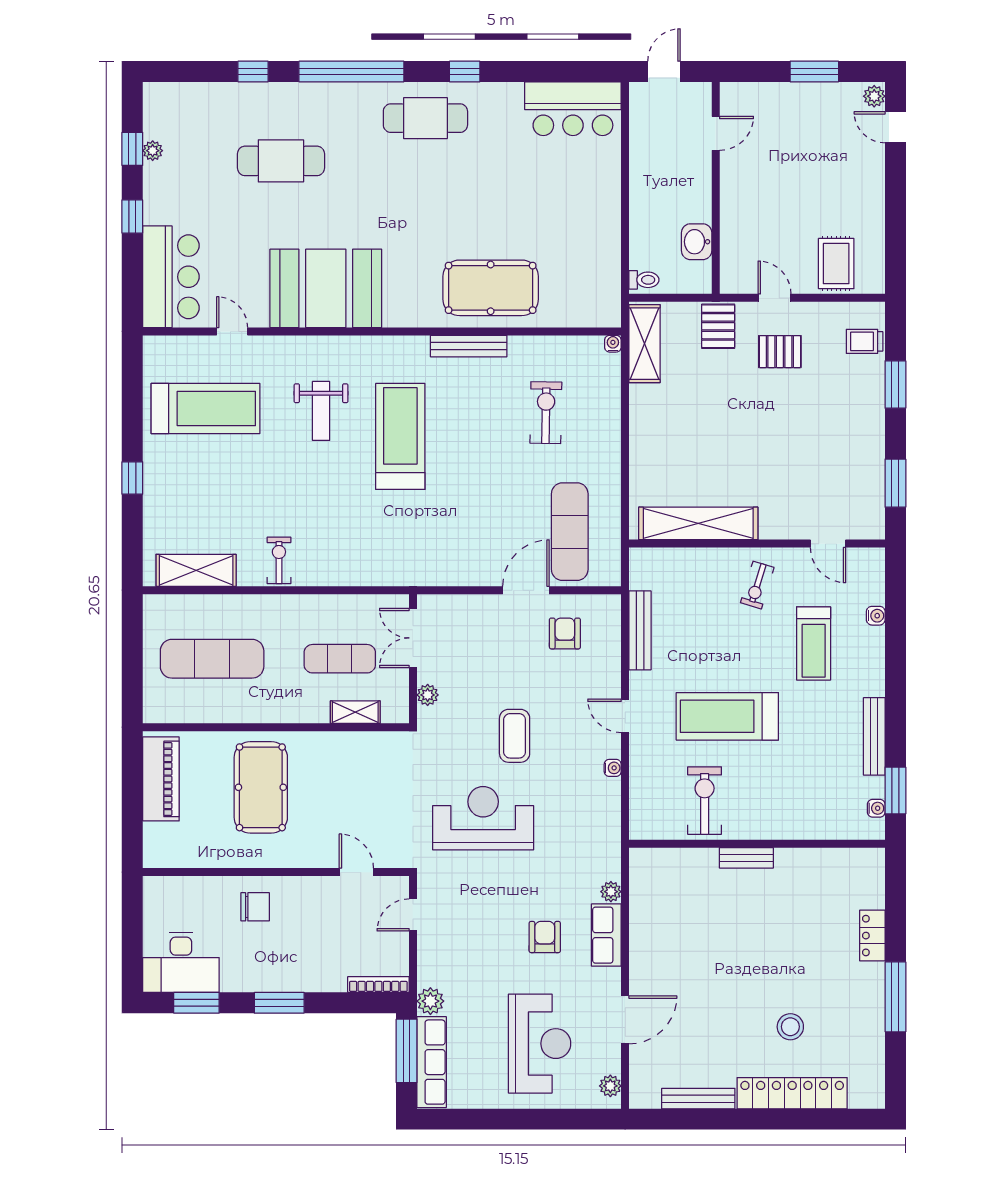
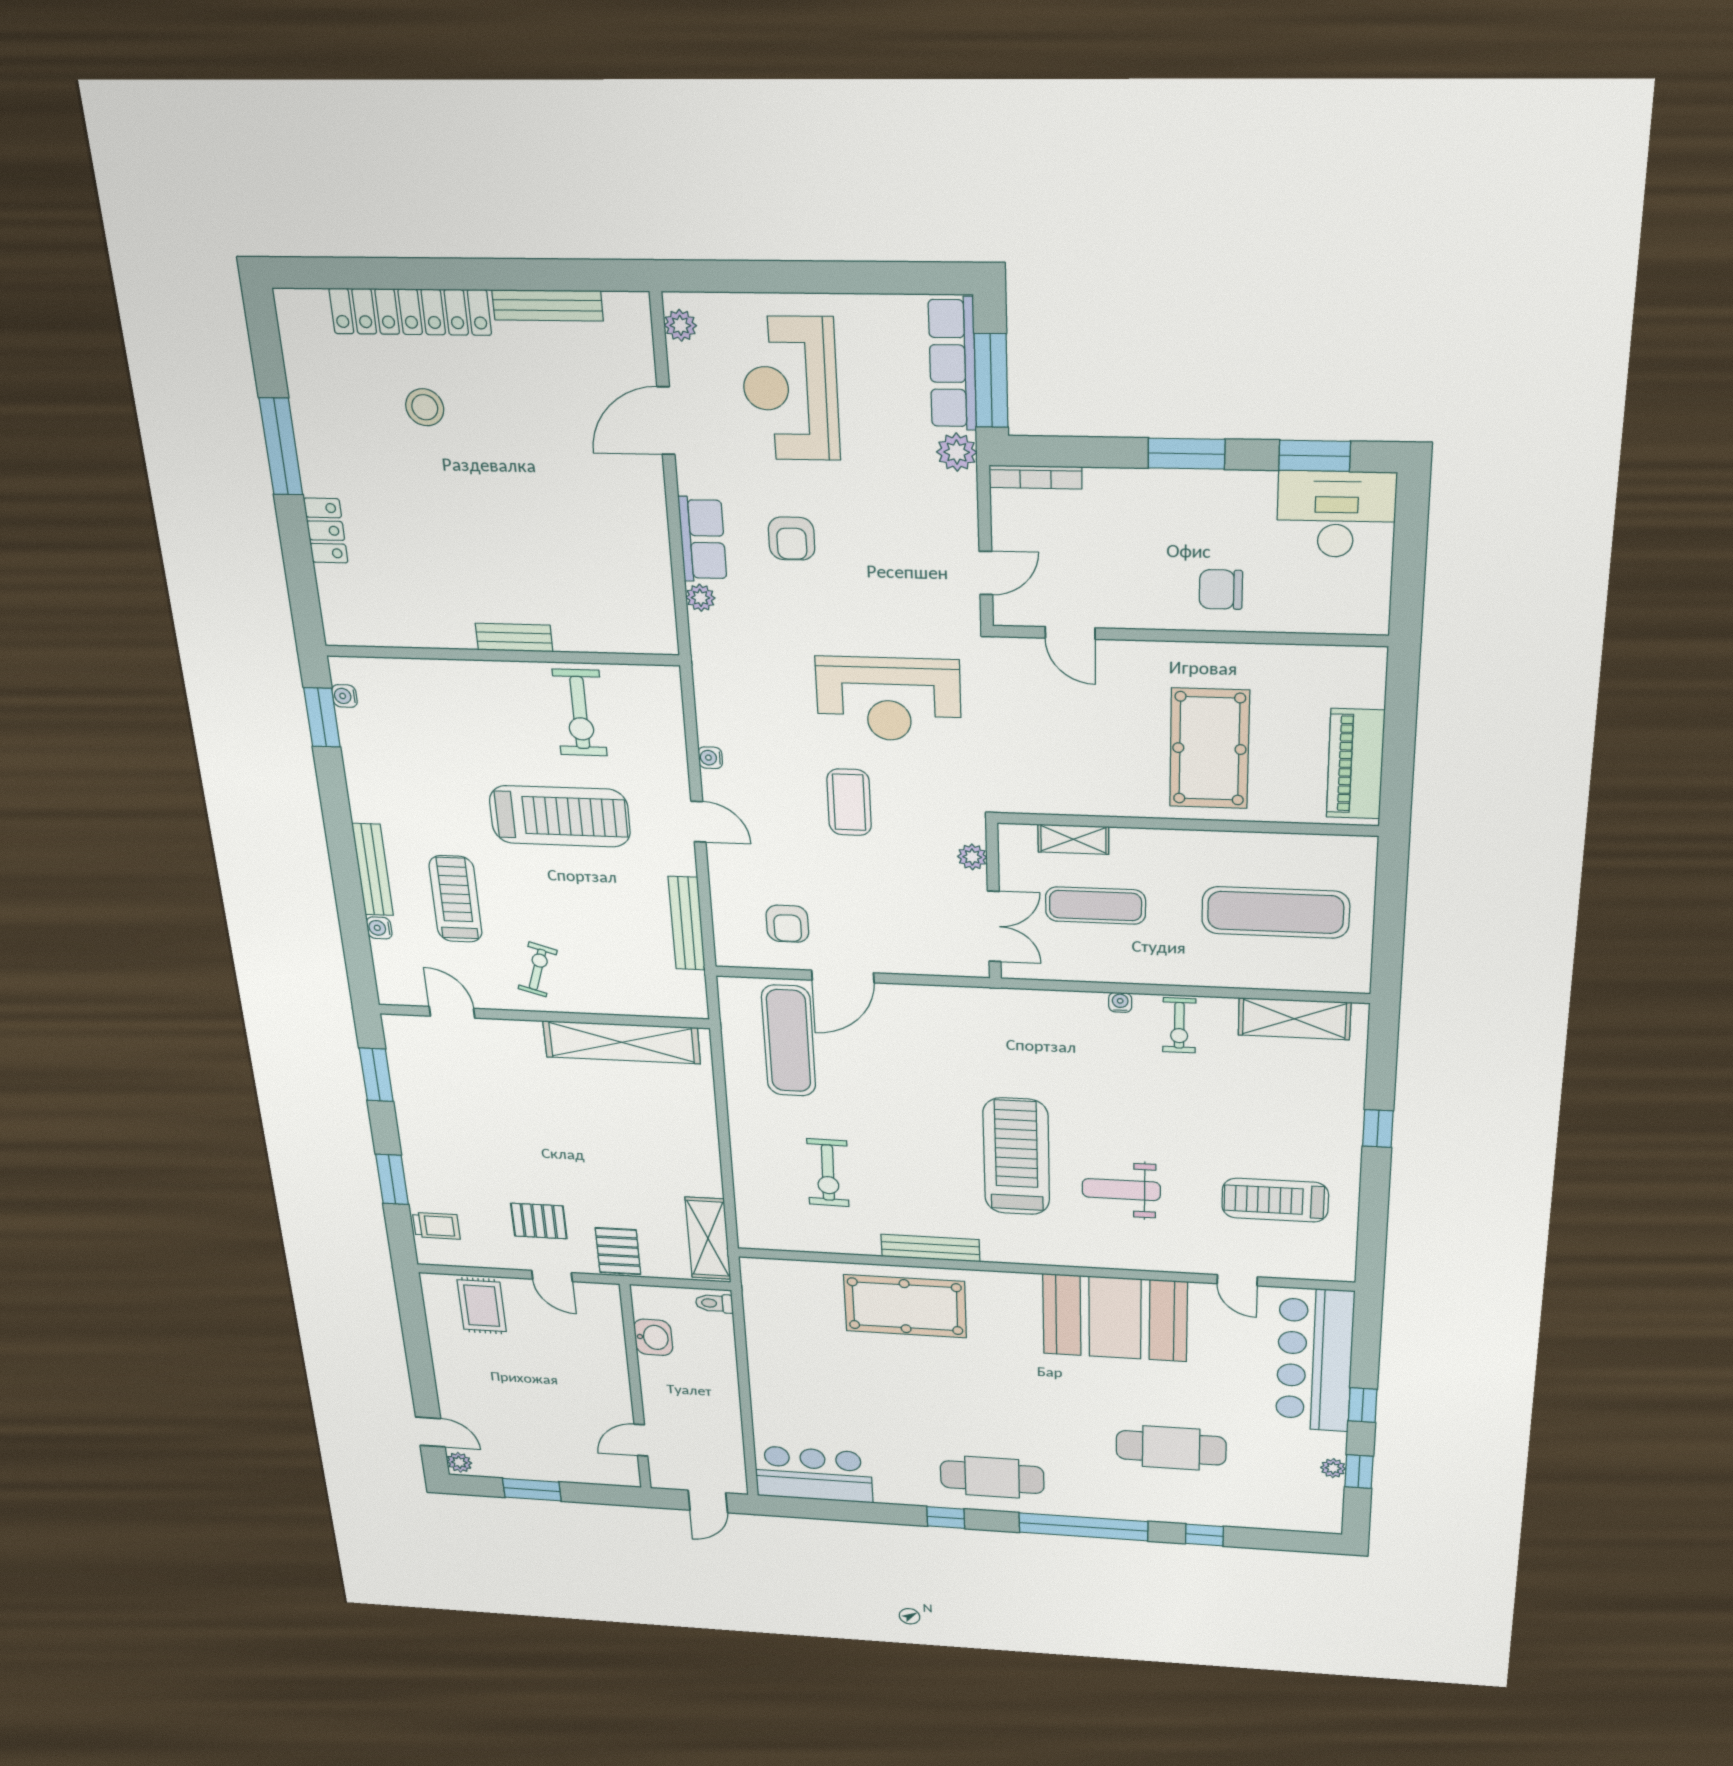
bar counter: (171, 277) -> (1315, 1360), width x1.36
water cooler: (613, 344) -> (1120, 1002), moved, turned 180
treadmill: (205, 408) -> (1275, 1200), width x0.73, depth x0.73
weight bench: (321, 411) -> (1121, 1190), turned -90
treadmill: (400, 436) -> (1016, 1157), turned 180
bench: (874, 736) -> (373, 870), moved

